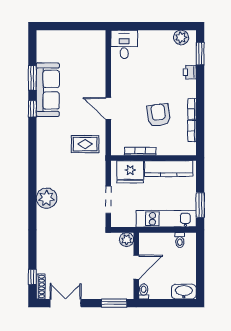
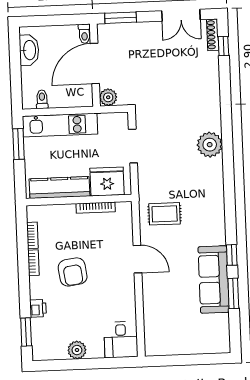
plant: (181, 37) -> (77, 350), moved
armchair: (159, 115) -> (73, 272), moved
door: (136, 267) -> (95, 64), width x1.36
washbasin: (184, 292) -> (29, 50), moved, turned -90

